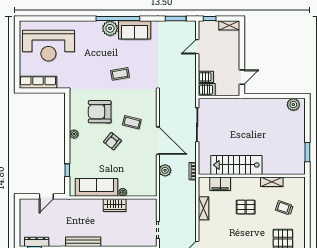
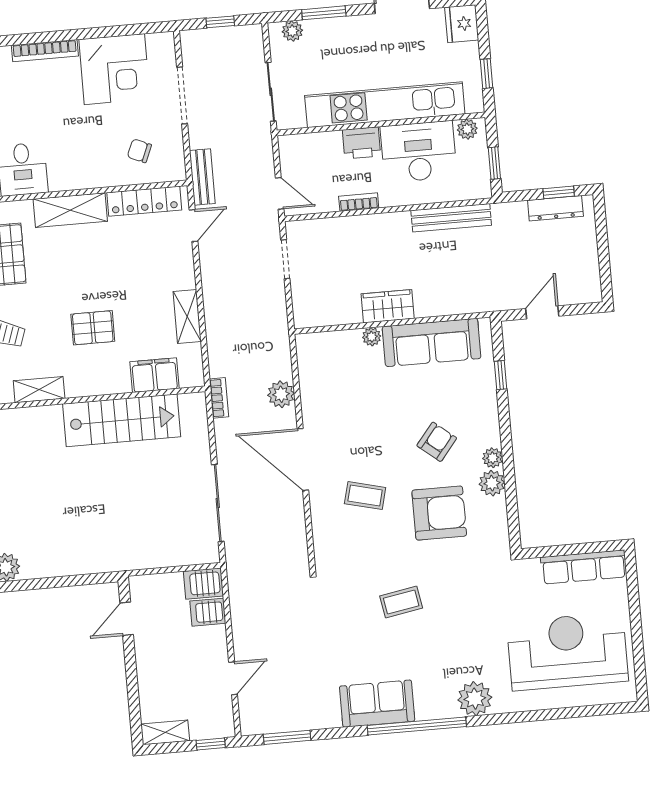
plant: (110, 28) -> (475, 699), moved
plant: (75, 123) -> (492, 483), added
armchair: (112, 141) -> (437, 442), moved

